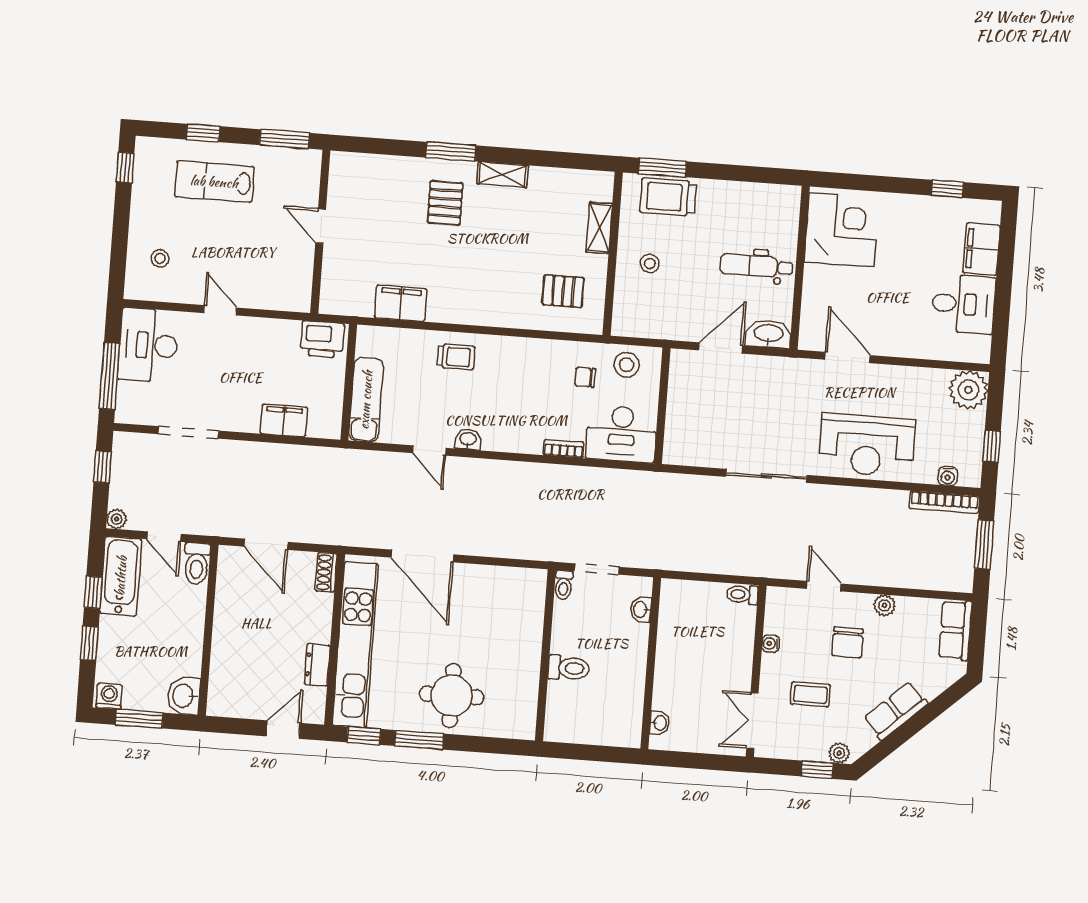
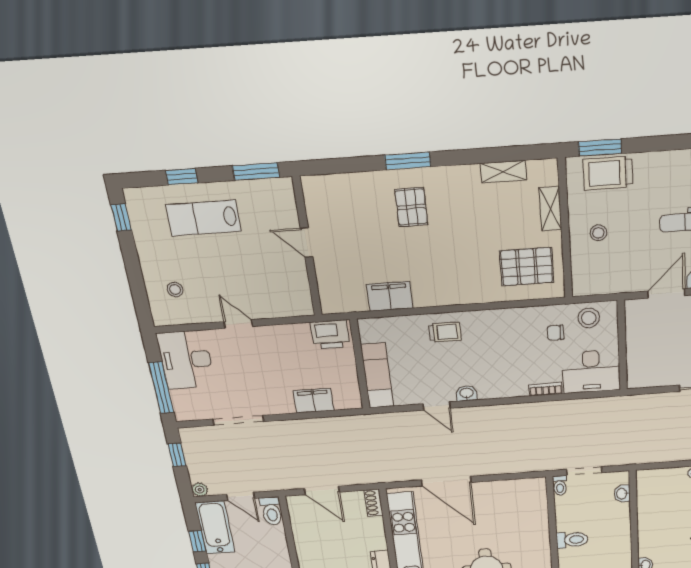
shelving: (502, 175) -> (503, 172), moved
pallet: (563, 291) -> (527, 267), width x1.50, depth x1.42

